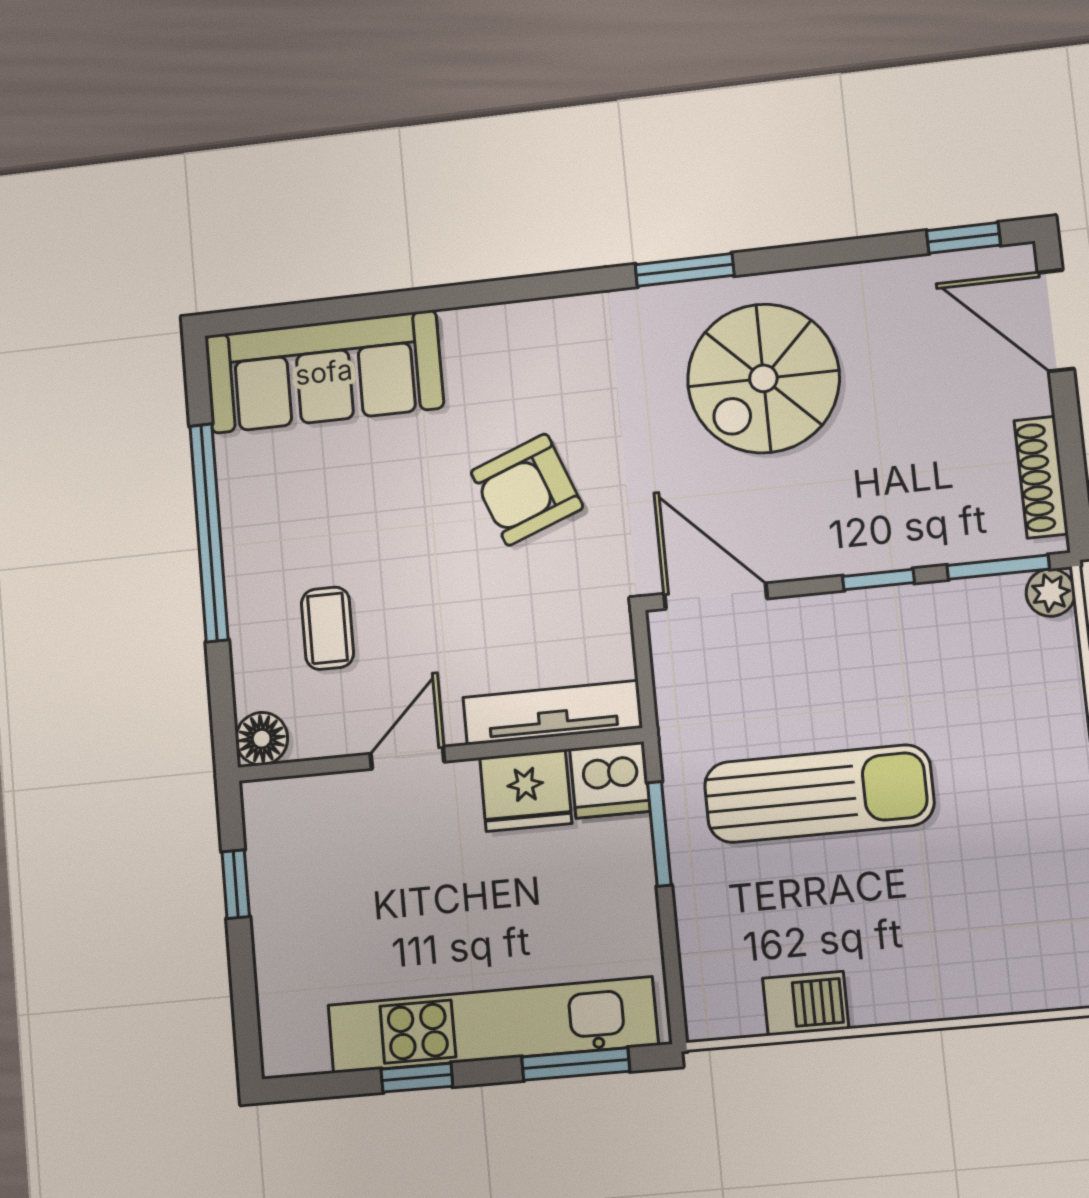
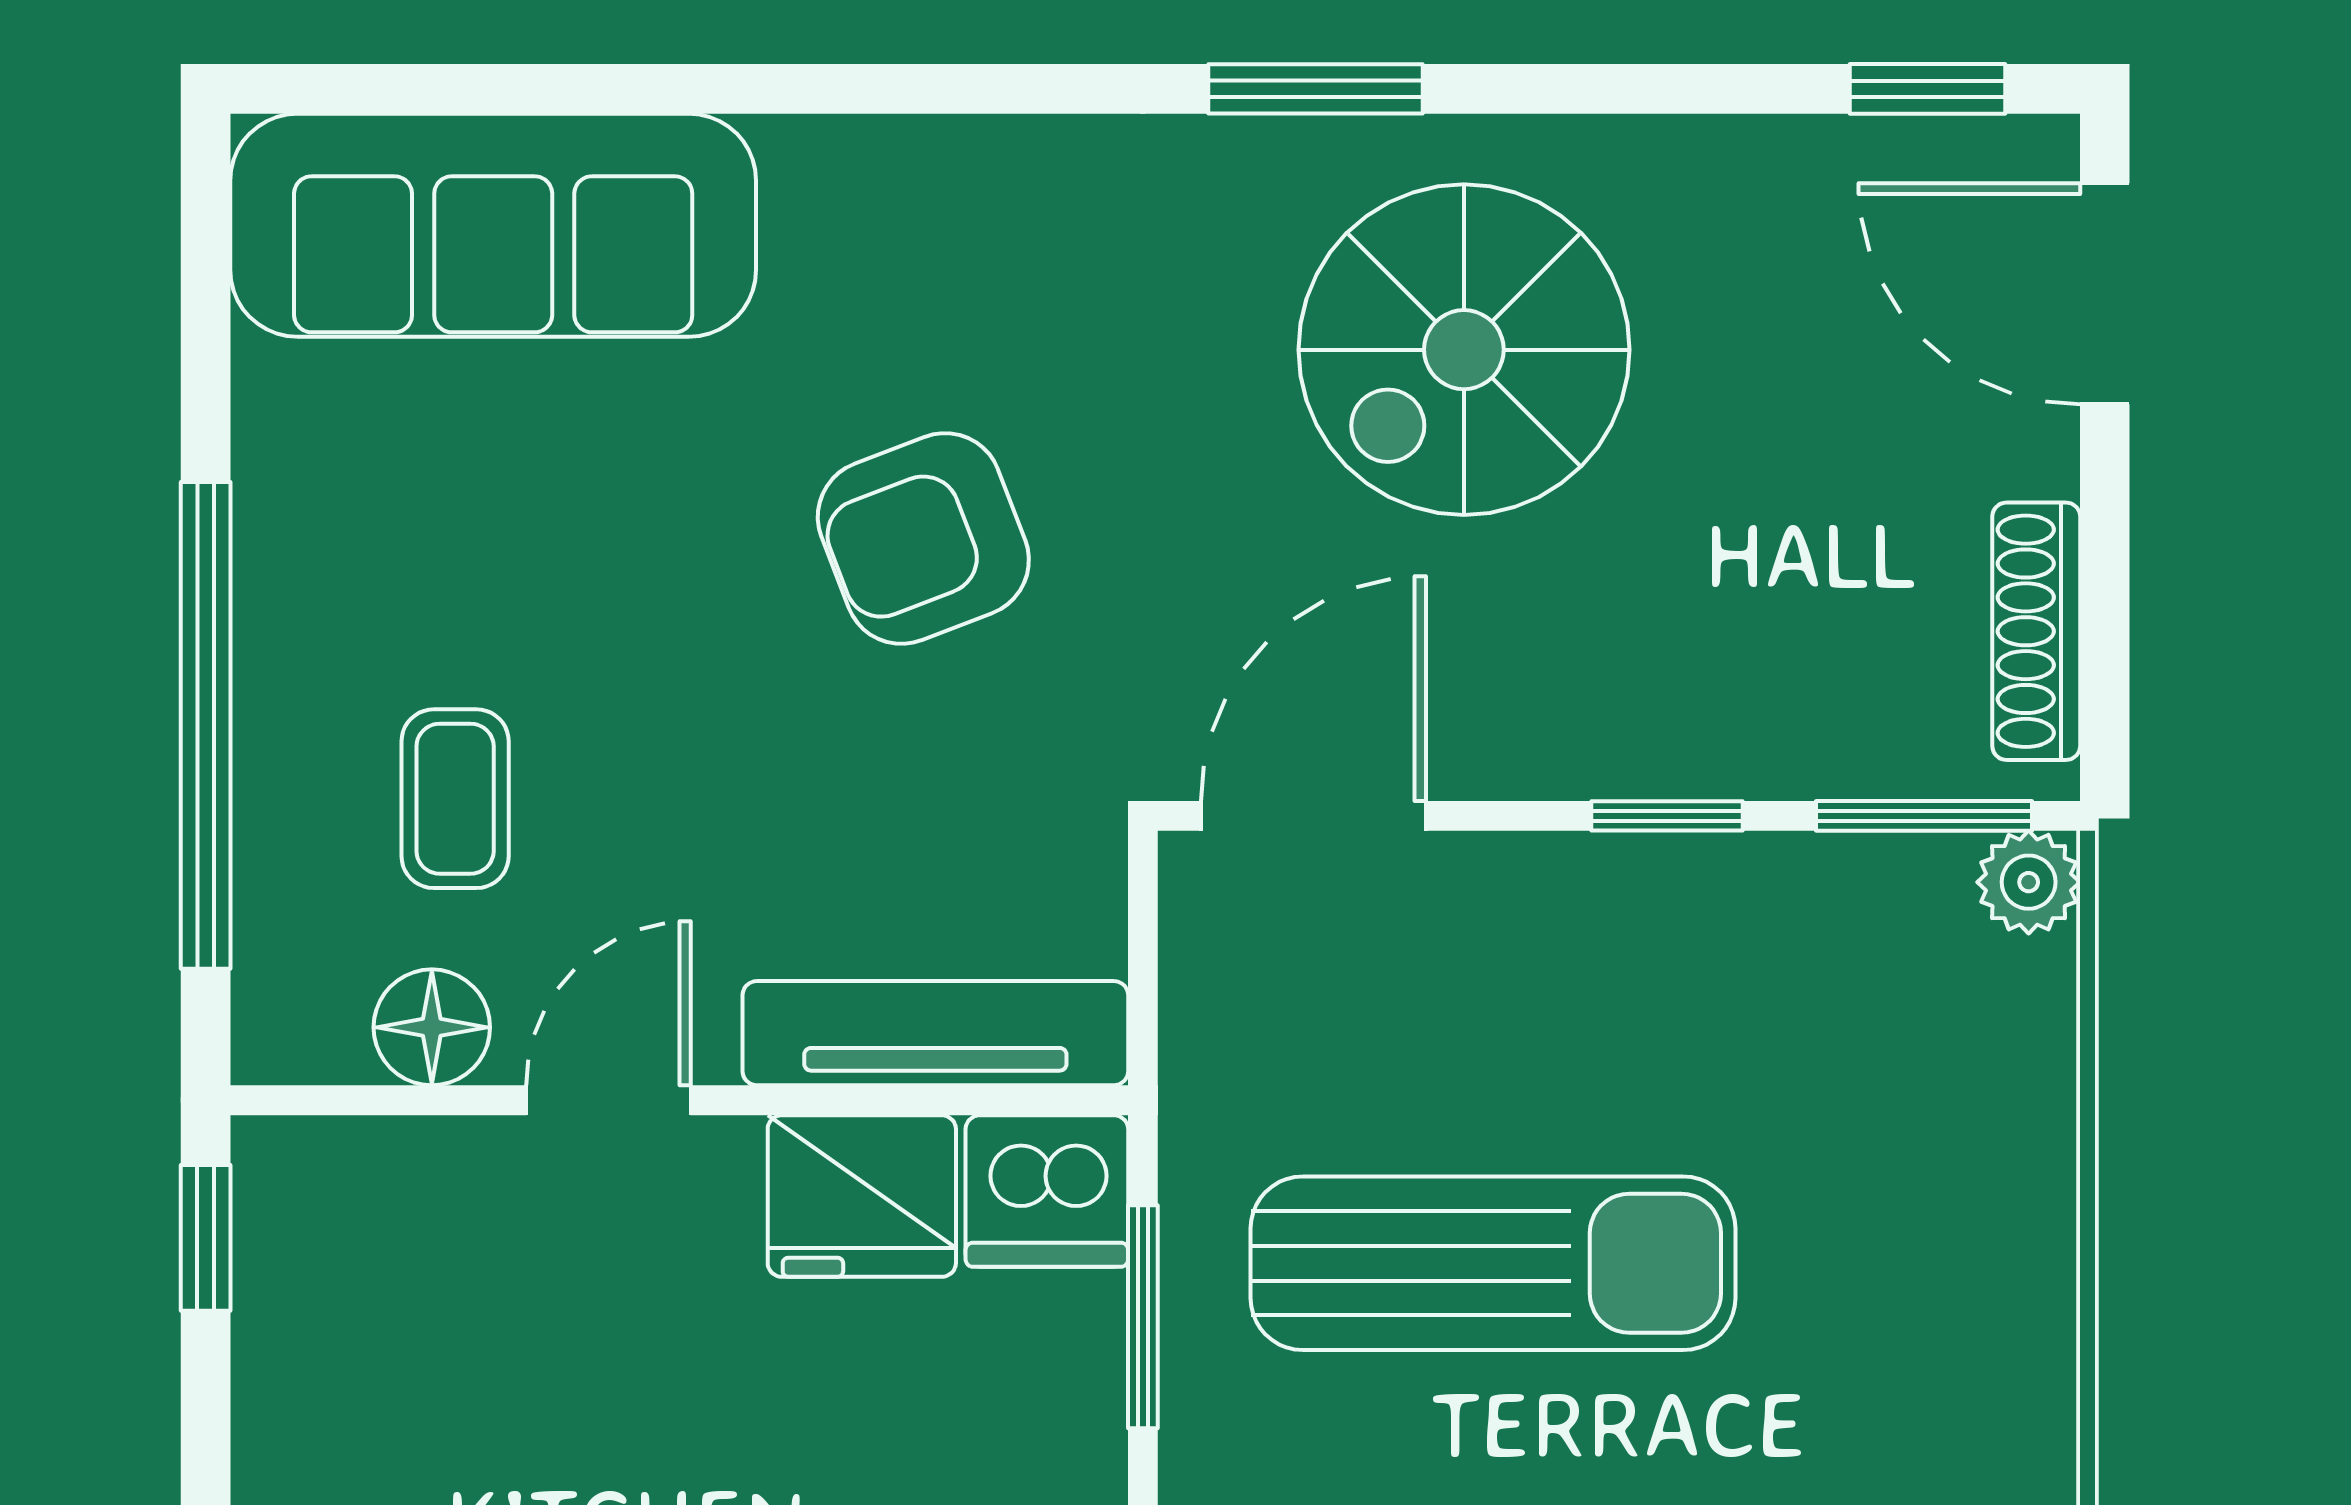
window: (209, 533) -> (206, 725), moved
door: (716, 596) -> (1313, 816), hinge flipped
floor lamp: (262, 739) -> (432, 1027), moved
window: (236, 884) -> (206, 1238), moved

